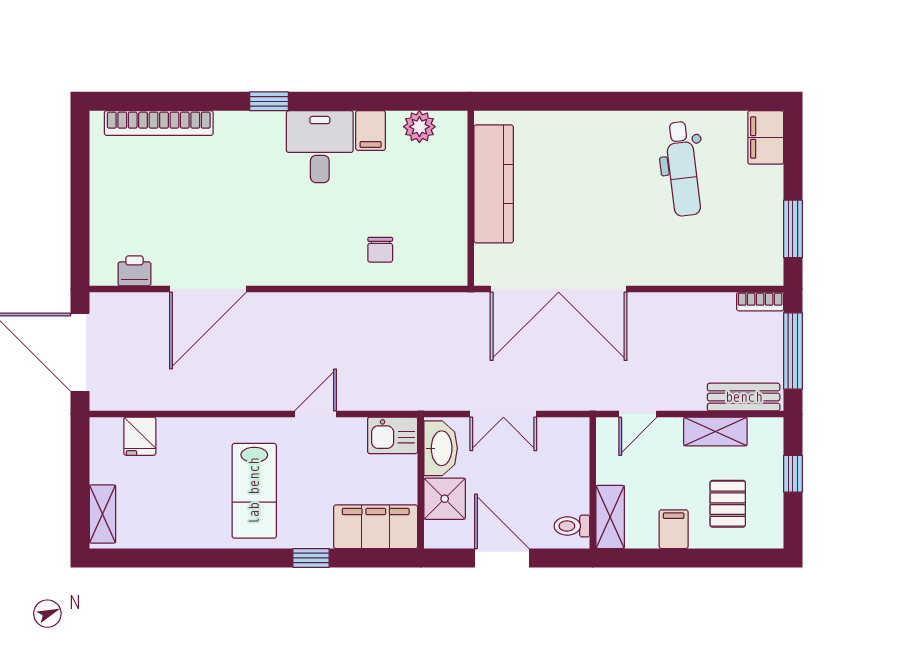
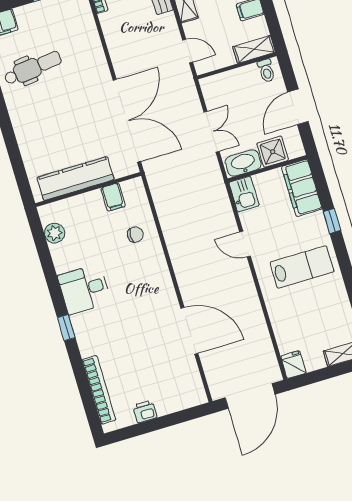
filing cabinet: (371, 131) -> (113, 197), moved, turned 90
printer: (134, 271) -> (145, 412), moved, turned 90
fridge: (140, 436) -> (293, 365), moved, turned -90

